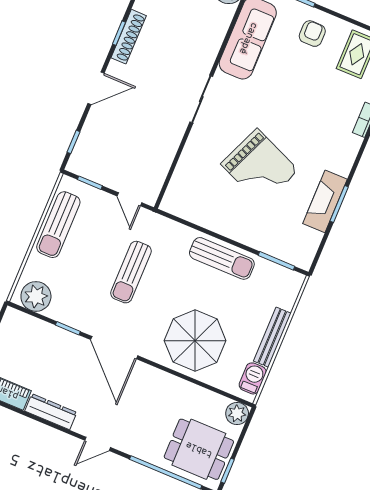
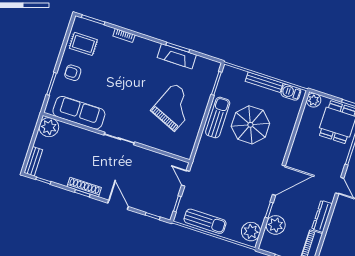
grand piano: (260, 167) -> (175, 107), moved
door: (129, 199) -> (186, 178), swing flipped
sun lounger: (131, 272) -> (231, 174), removed
plant: (43, 337) -> (276, 225), added
parasol: (195, 341) -> (250, 125), moved

